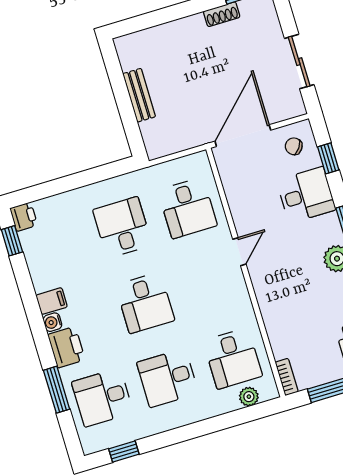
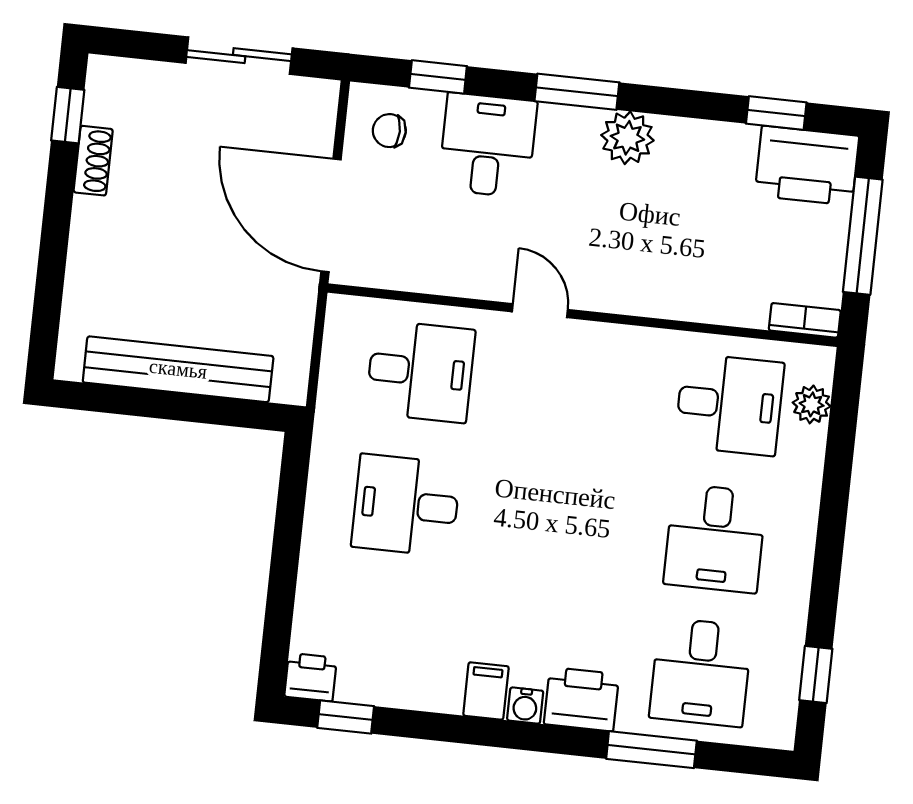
bench: (139, 95) -> (178, 369), width x1.86, depth x1.21
chair: (294, 146) -> (389, 131), turned 55
desk: (145, 303) -> (561, 522), removed

